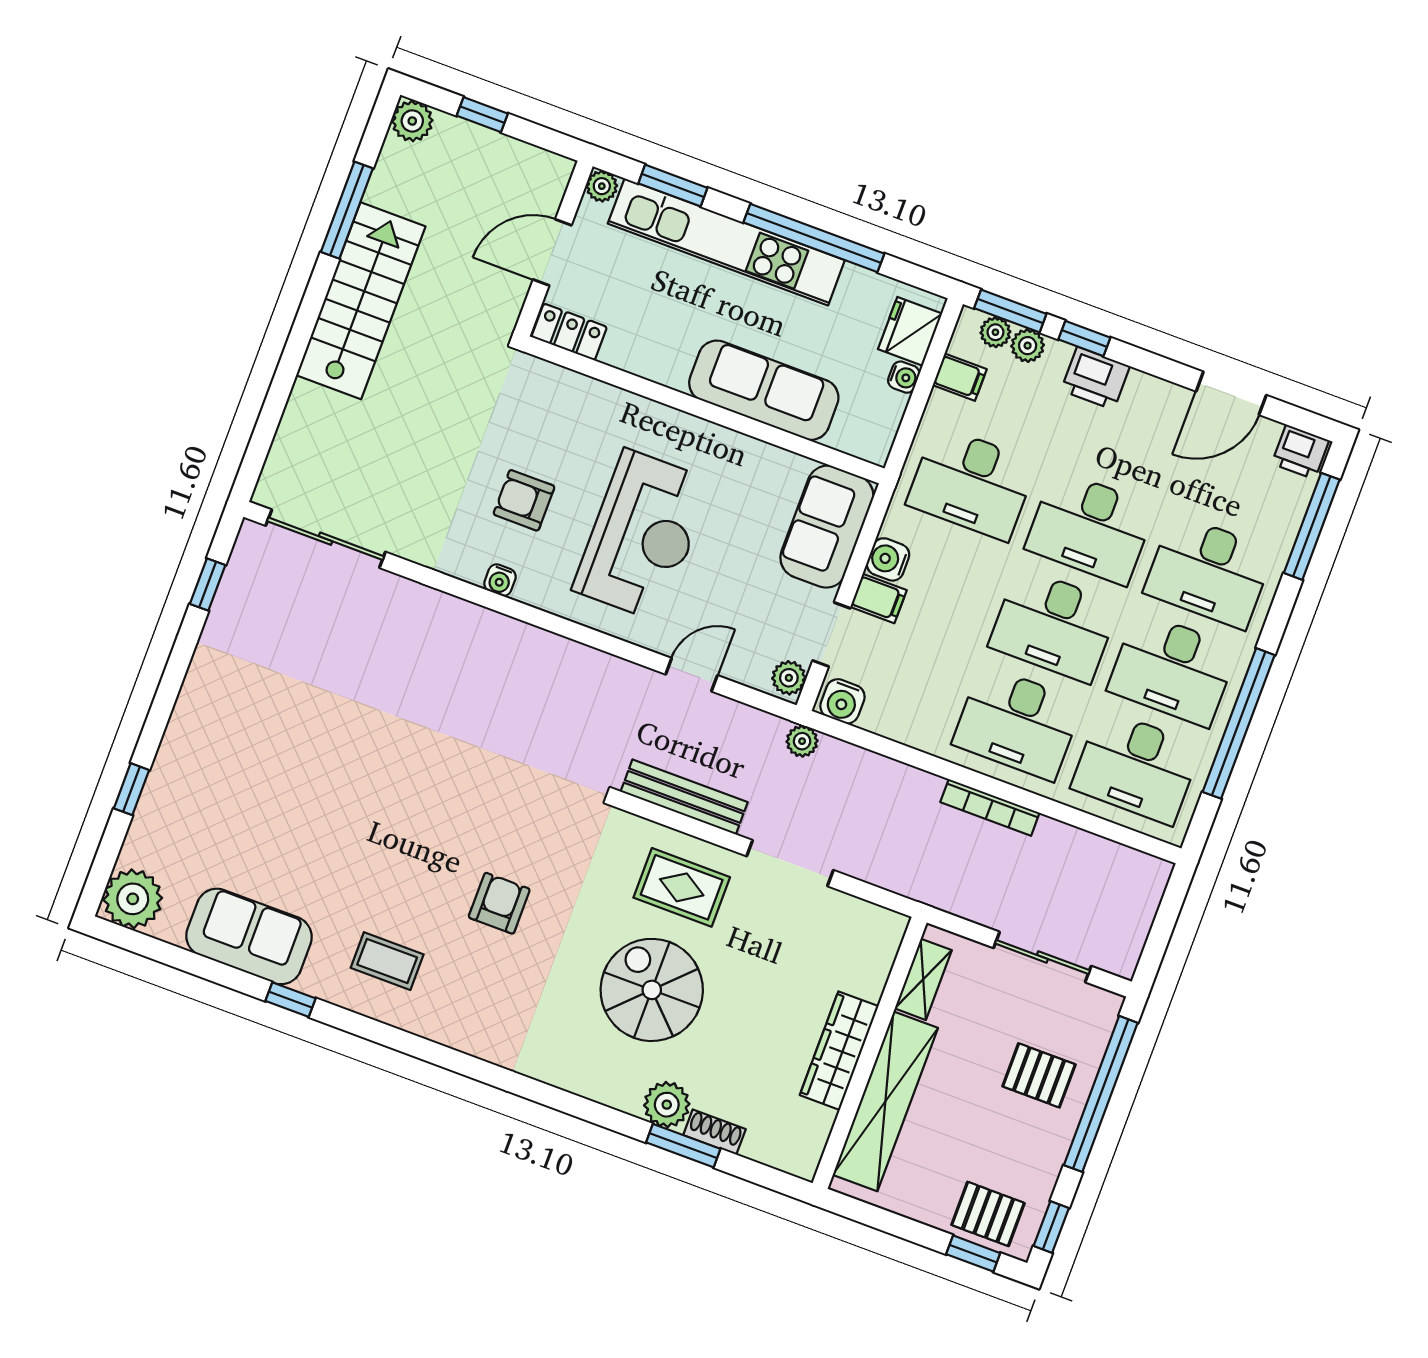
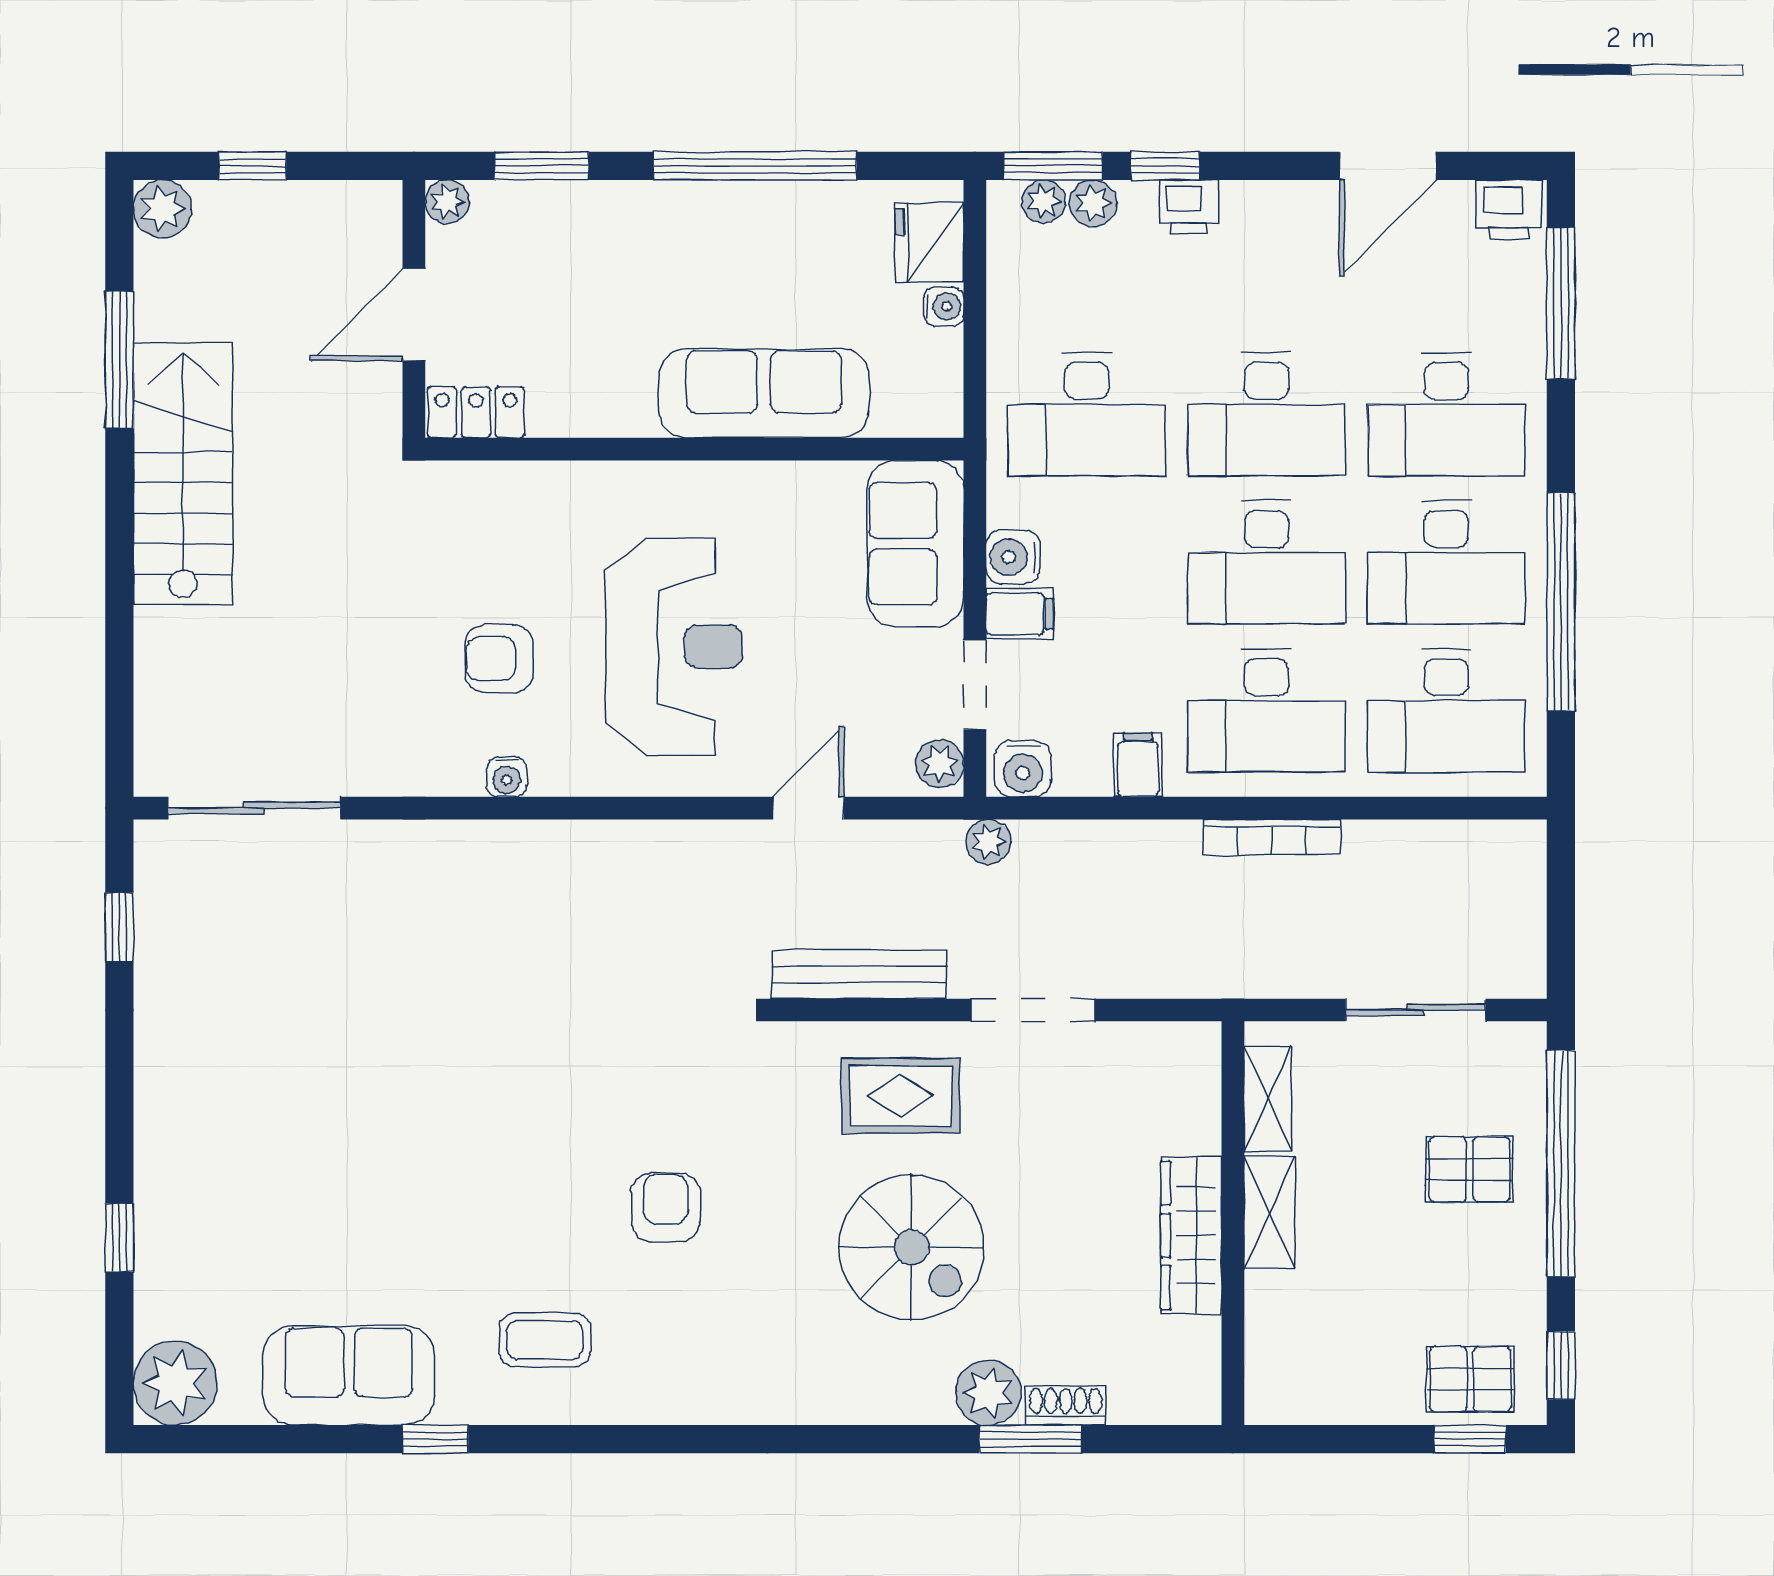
kitchen unit: (726, 242) -> (641, 214), removed
filing cabinet: (960, 377) -> (1138, 765), moved, turned -90
printer: (1095, 378) -> (1189, 207), width x0.73, depth x0.81
spiral stairs: (652, 990) -> (912, 1247), turned 180
shelving: (885, 1101) -> (1269, 1212), width x0.45, depth x0.75

